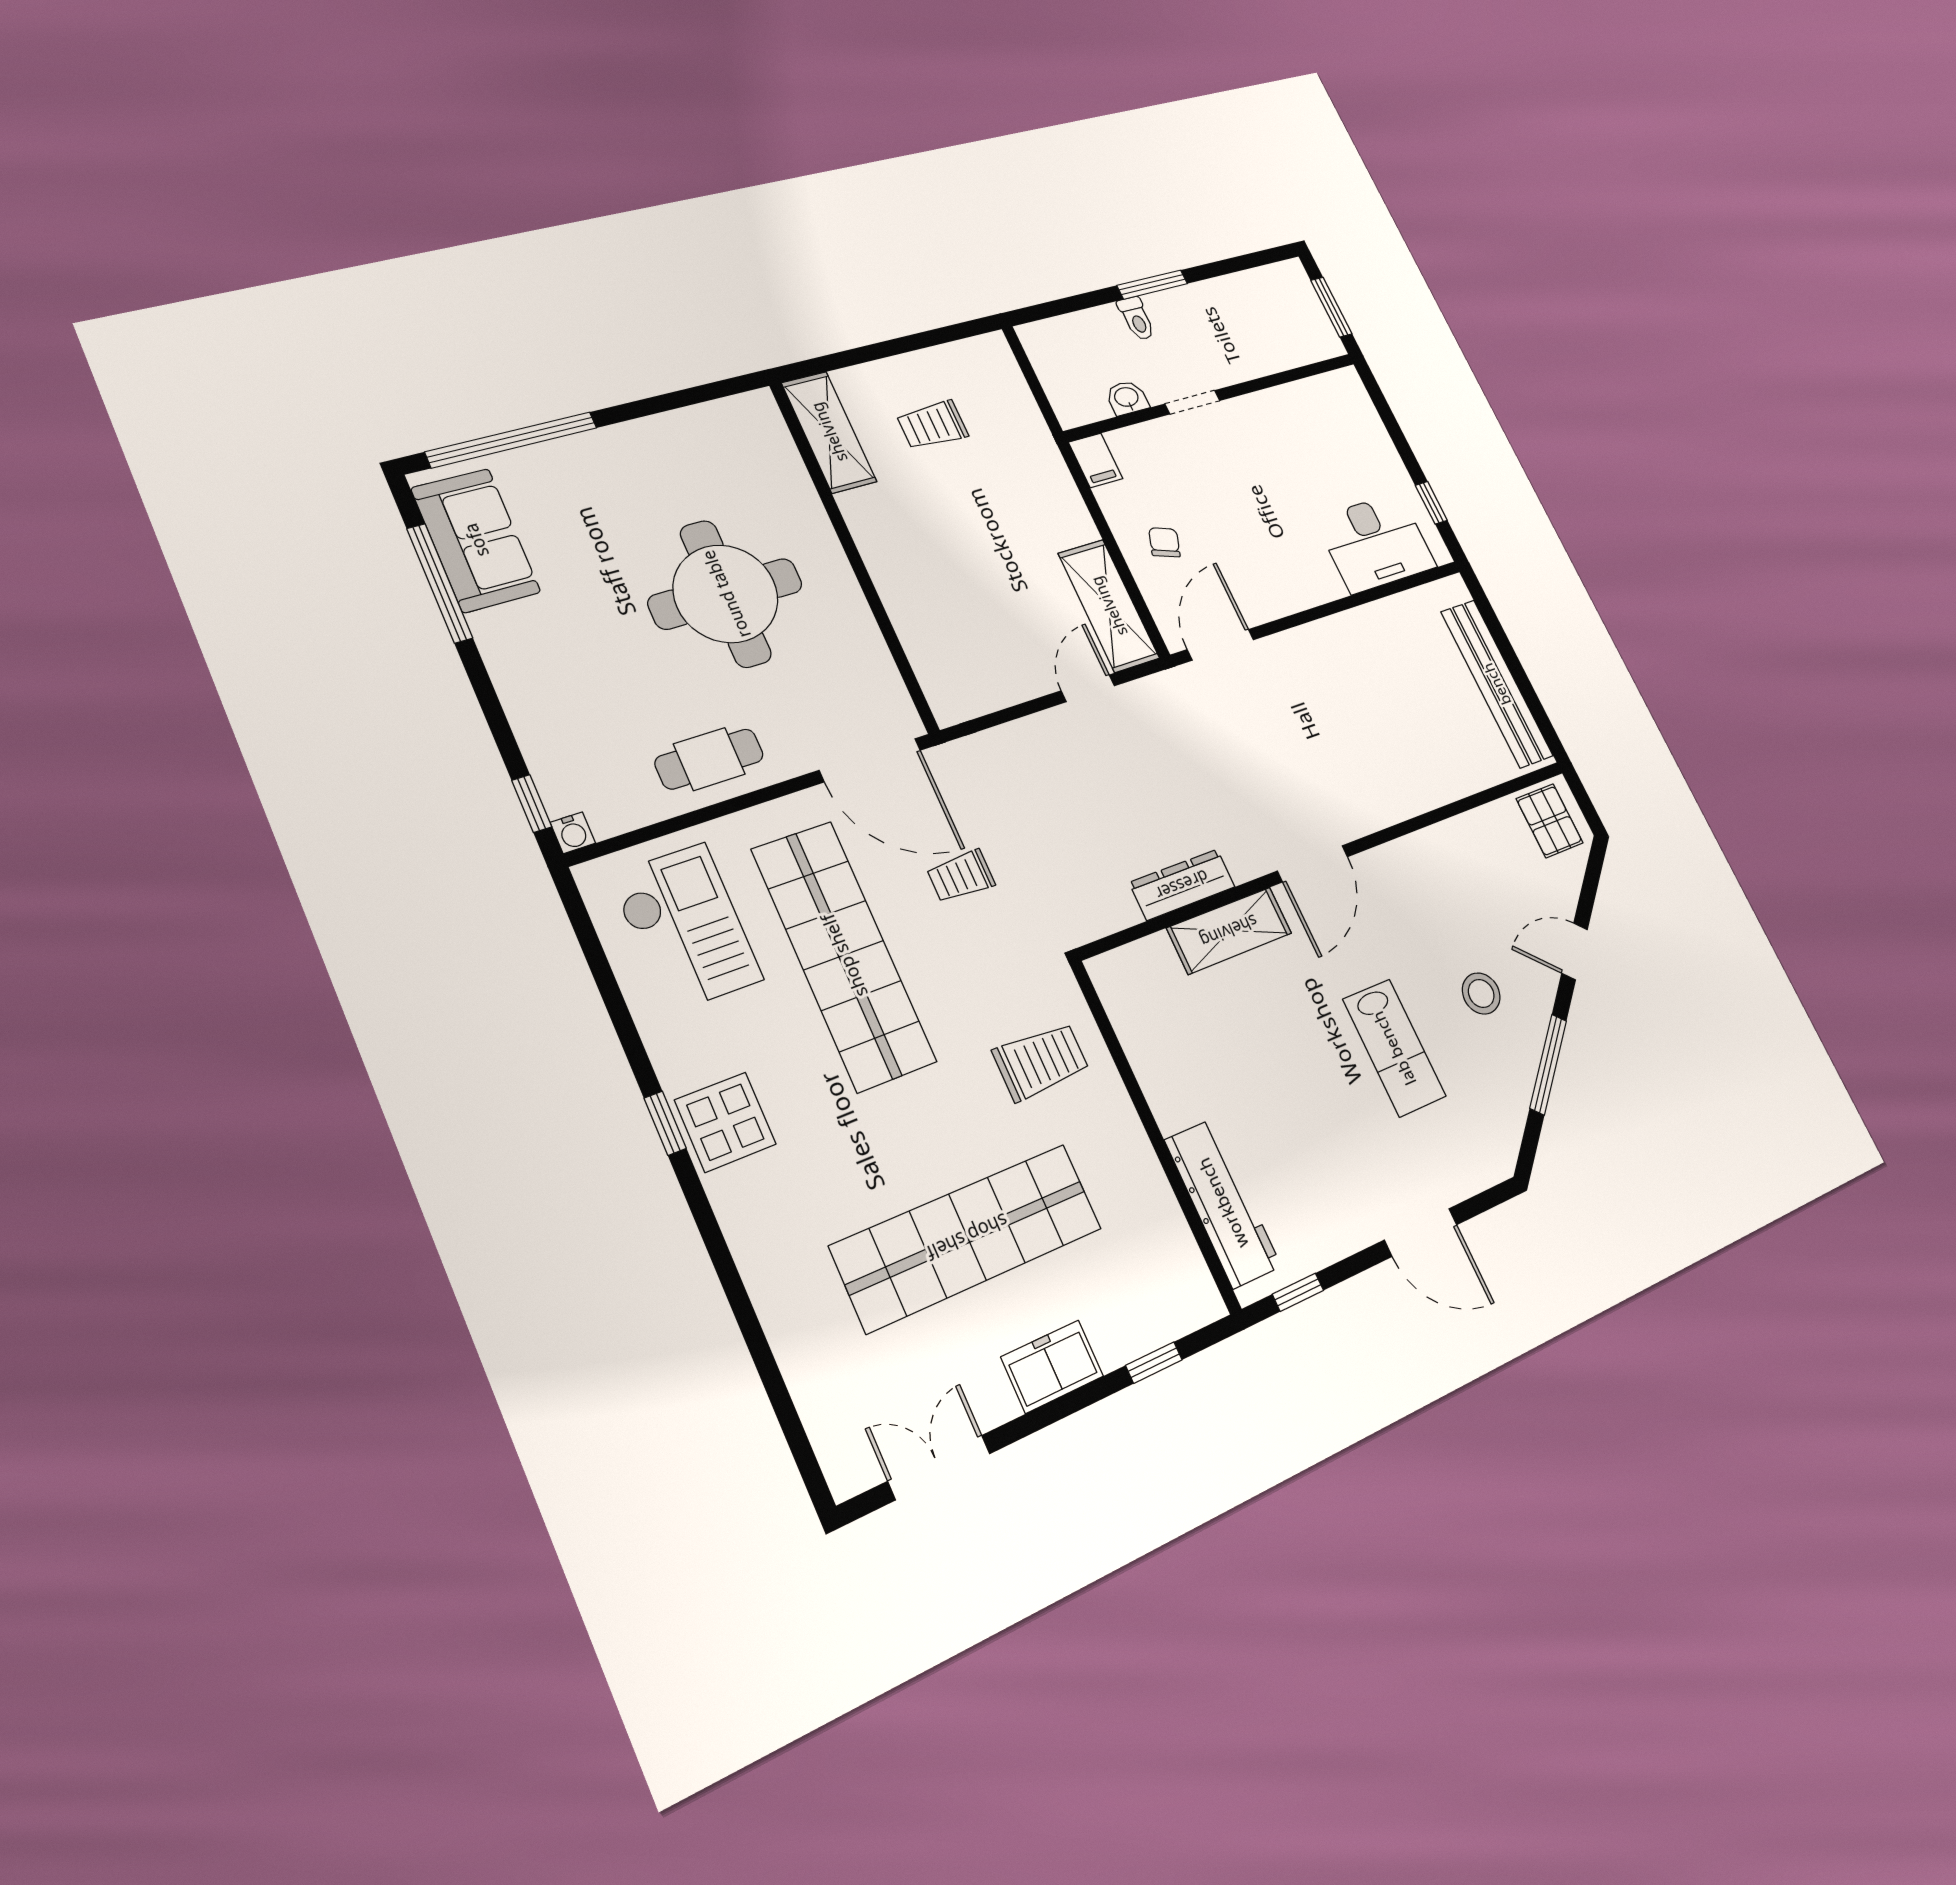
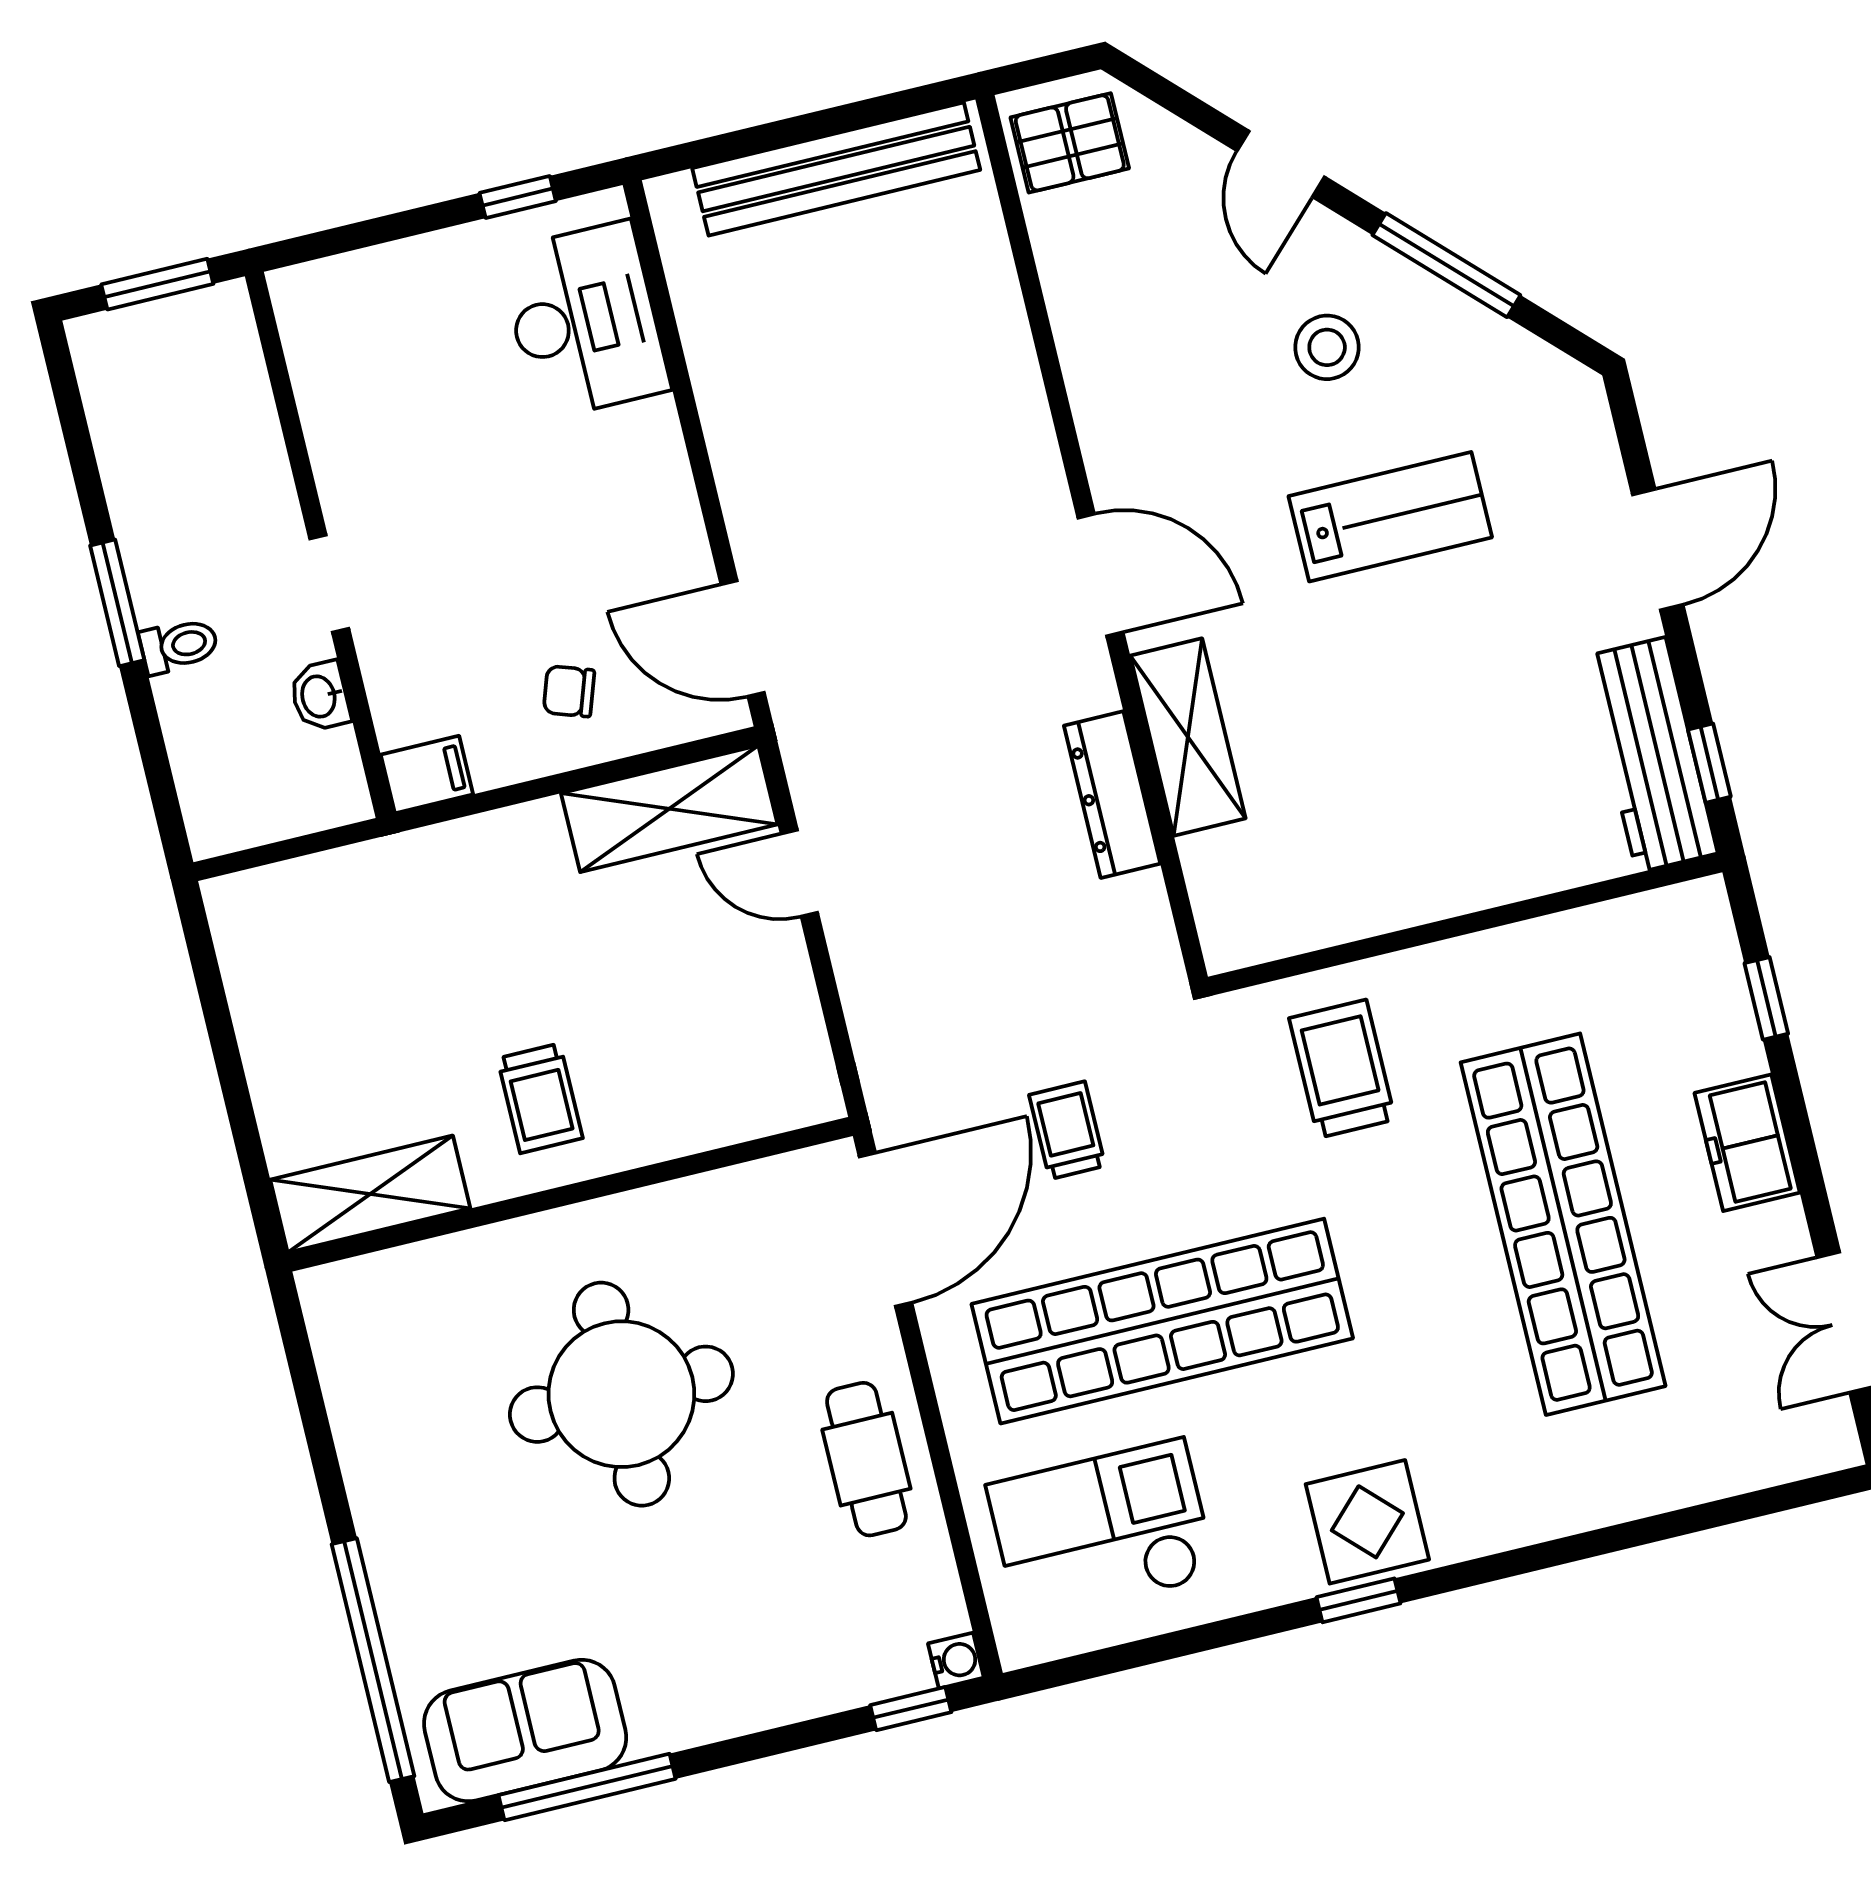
trolley: (932, 425) -> (540, 1098), moved
trolley: (961, 876) -> (1067, 1130), turned 180
workbench: (1223, 1203) -> (1651, 755), moved, turned -90

